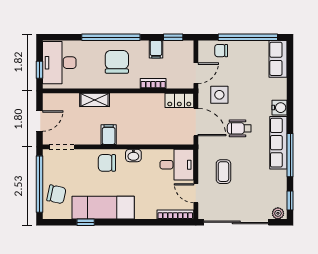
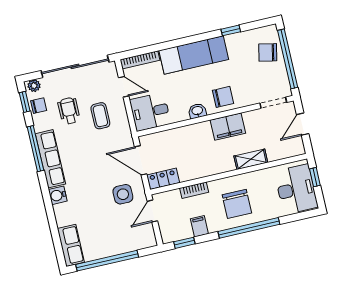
chair: (221, 51) -> (39, 106), moved
wheelchair: (239, 128) -> (69, 111), moved, turned -90
filing cabinet: (109, 135) -> (228, 127), width x2.00
exam couch: (103, 208) -> (194, 55), moved

